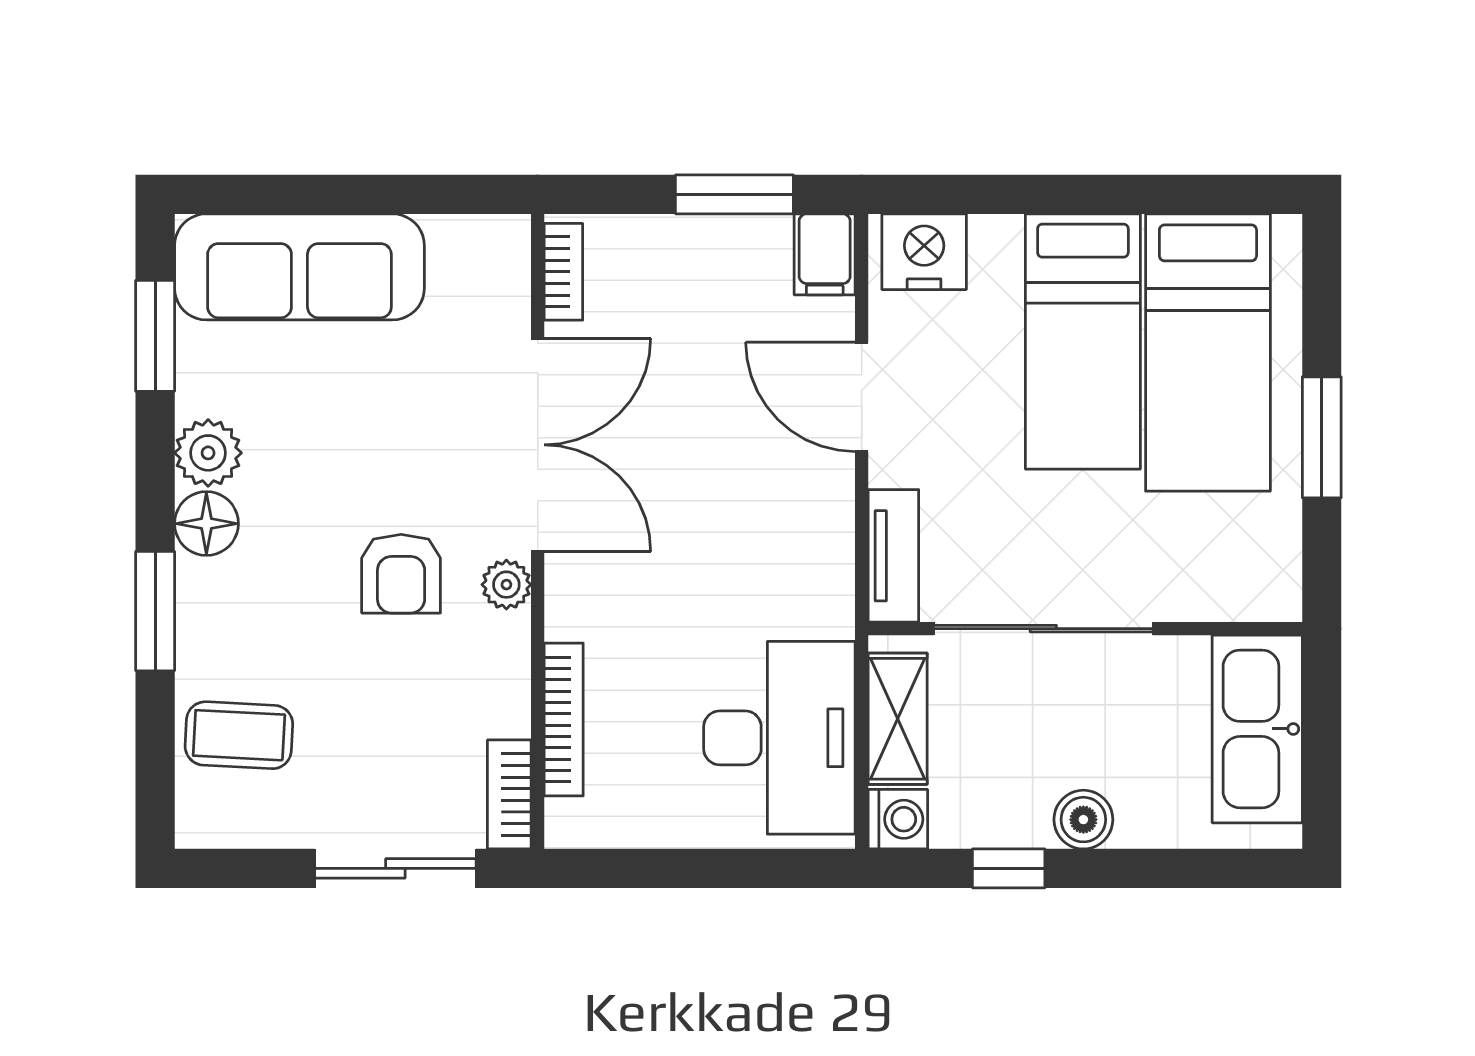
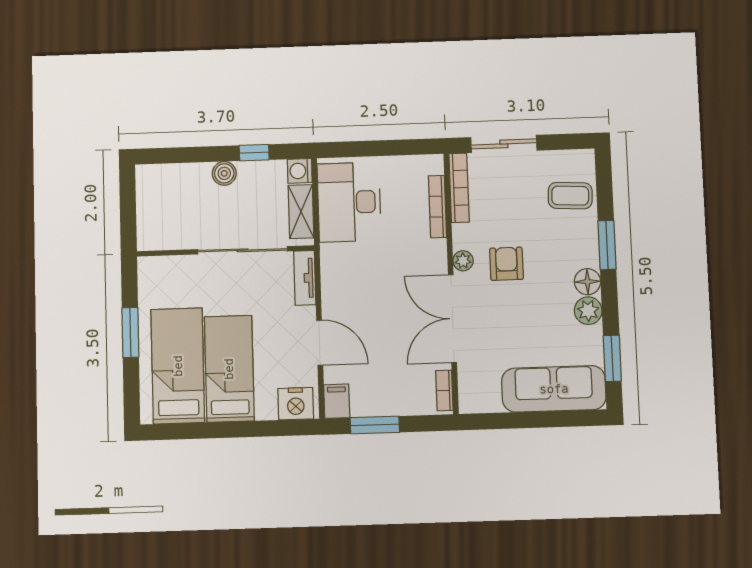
kitchen sink: (1257, 729) -> (154, 212), removed
bookcase: (509, 794) -> (459, 188), width x1.56

